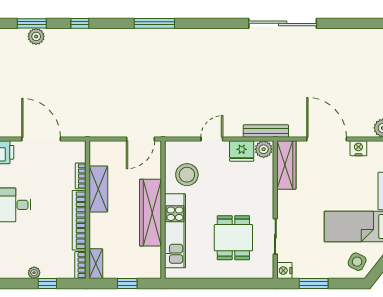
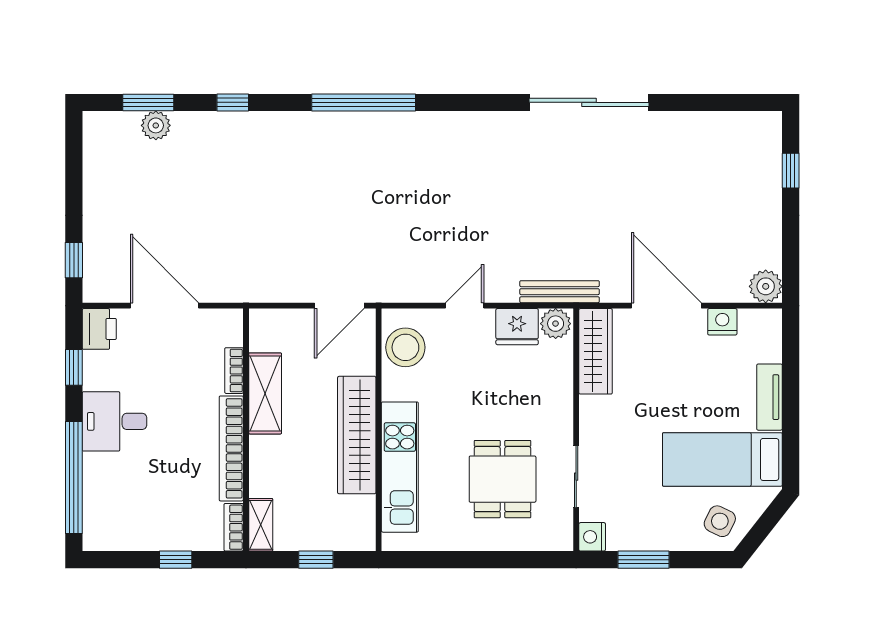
window: (154, 23) -> (364, 102), width x1.46
stool: (187, 175) -> (405, 347), moved
plant: (34, 273) -> (152, 541), removed

